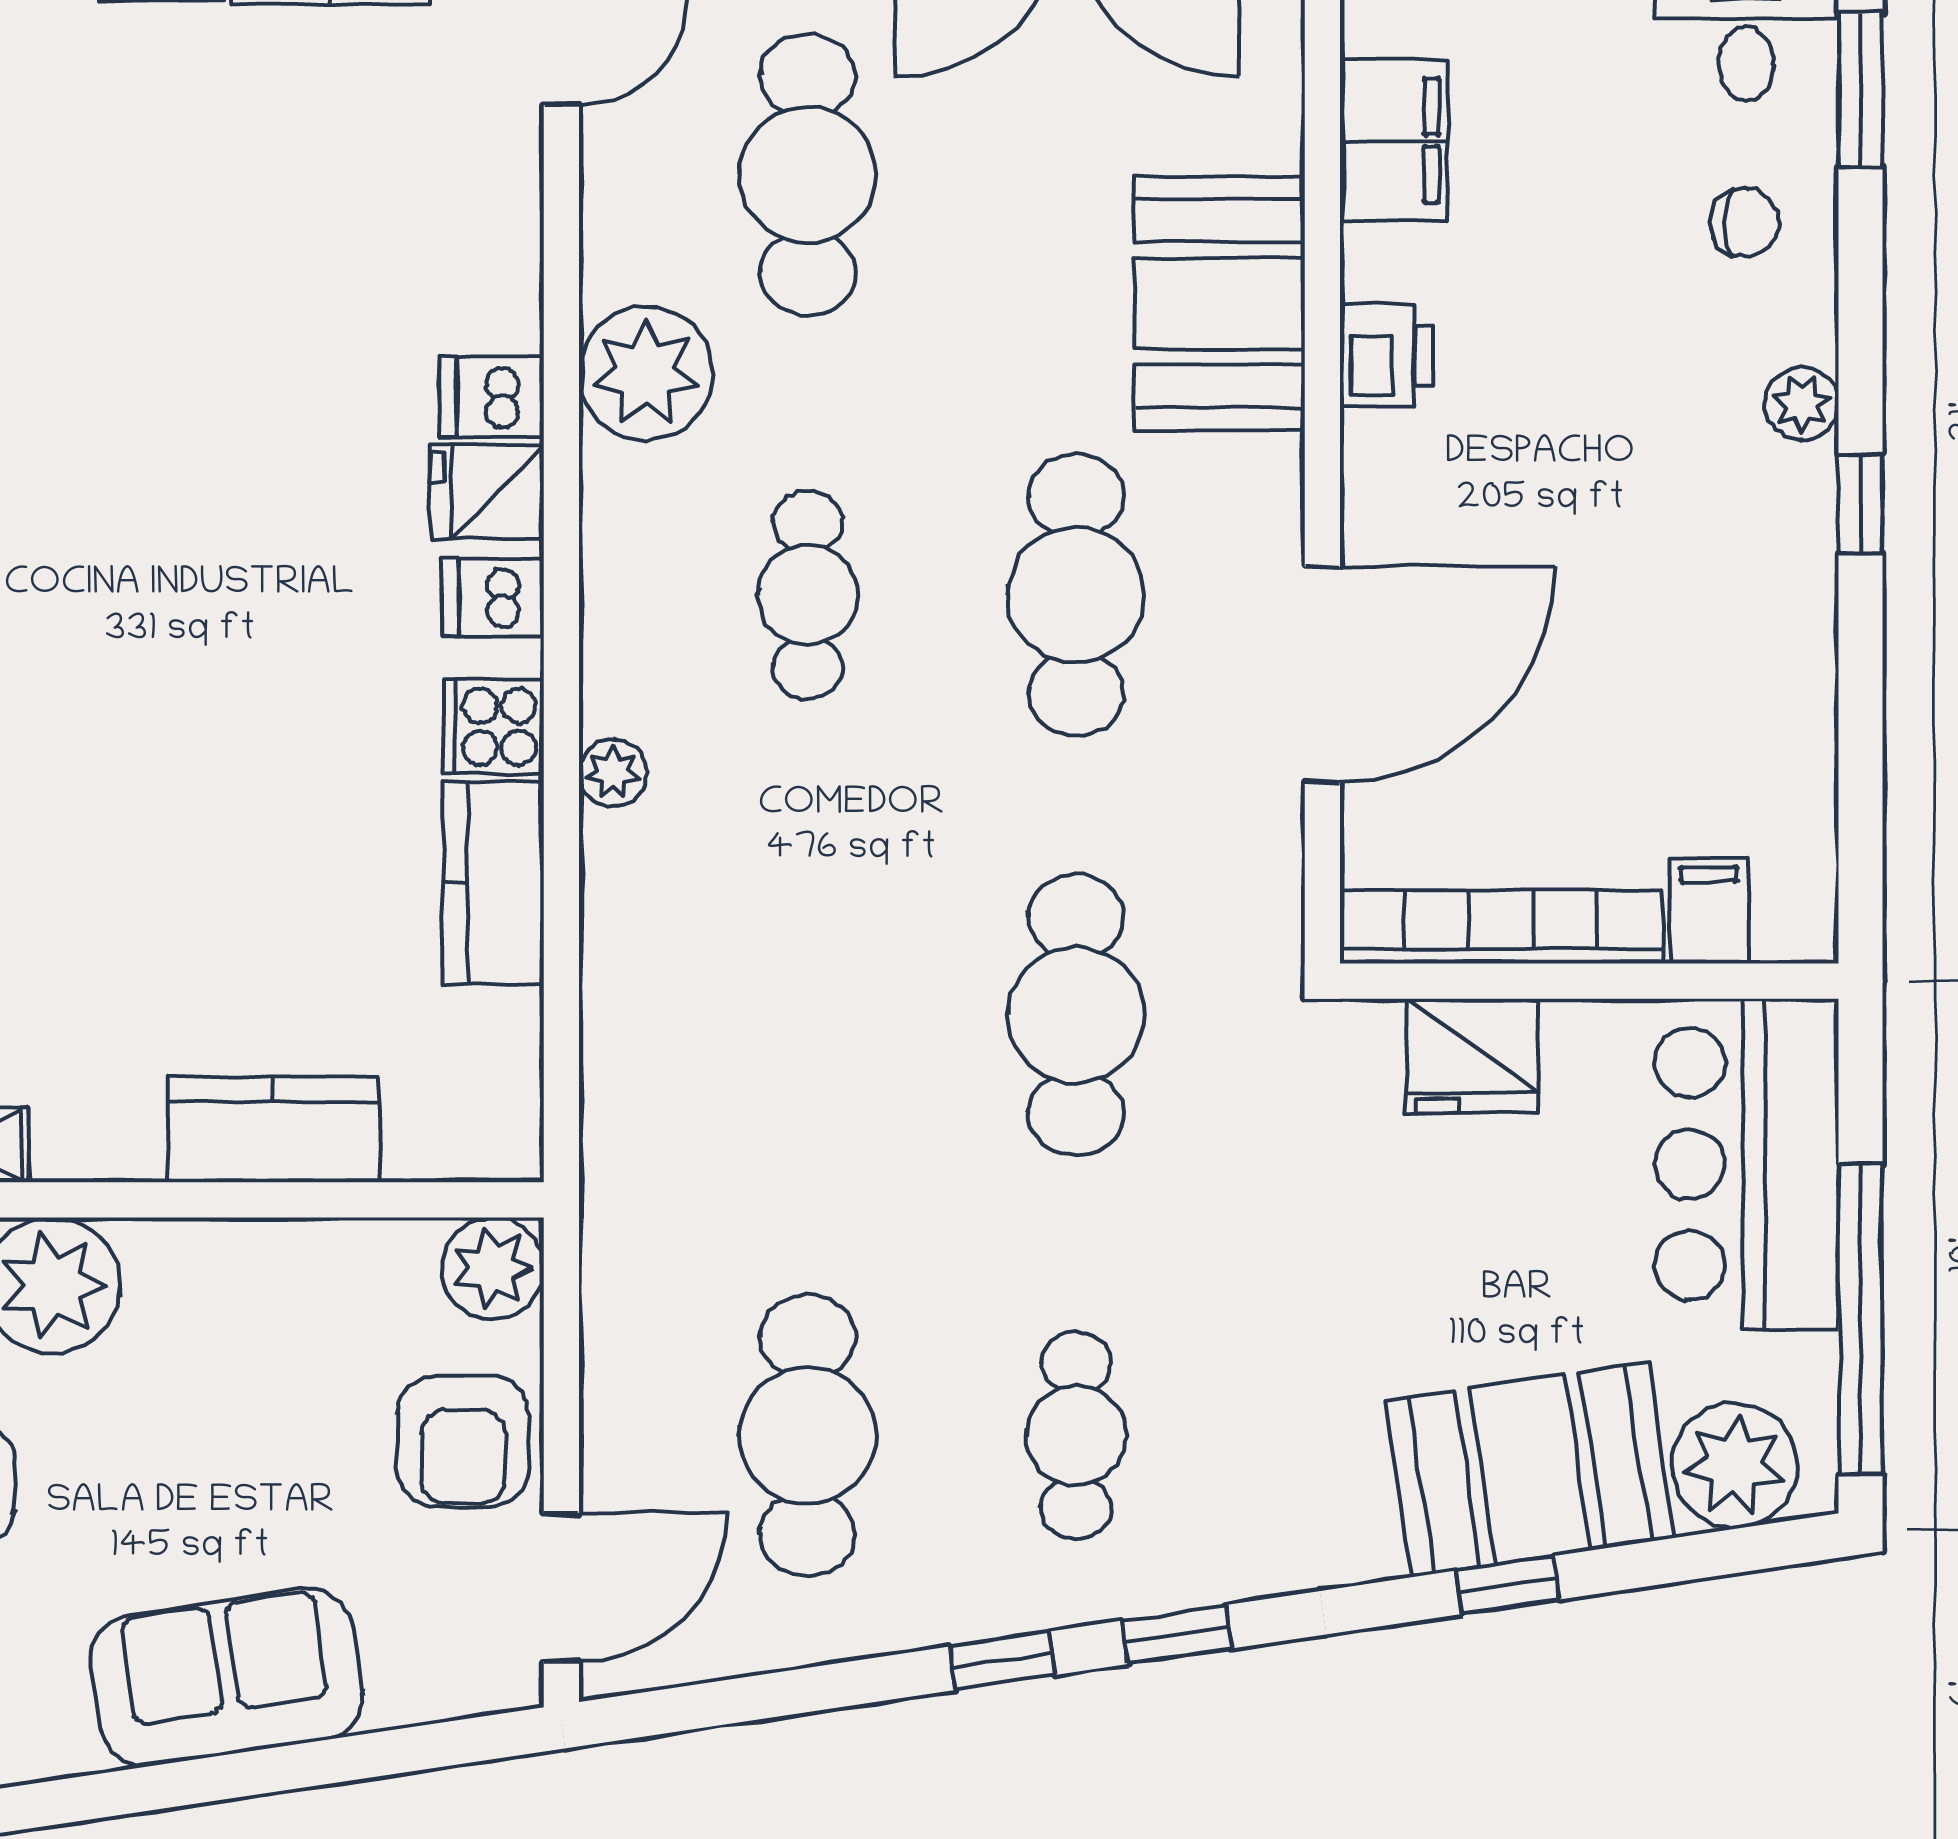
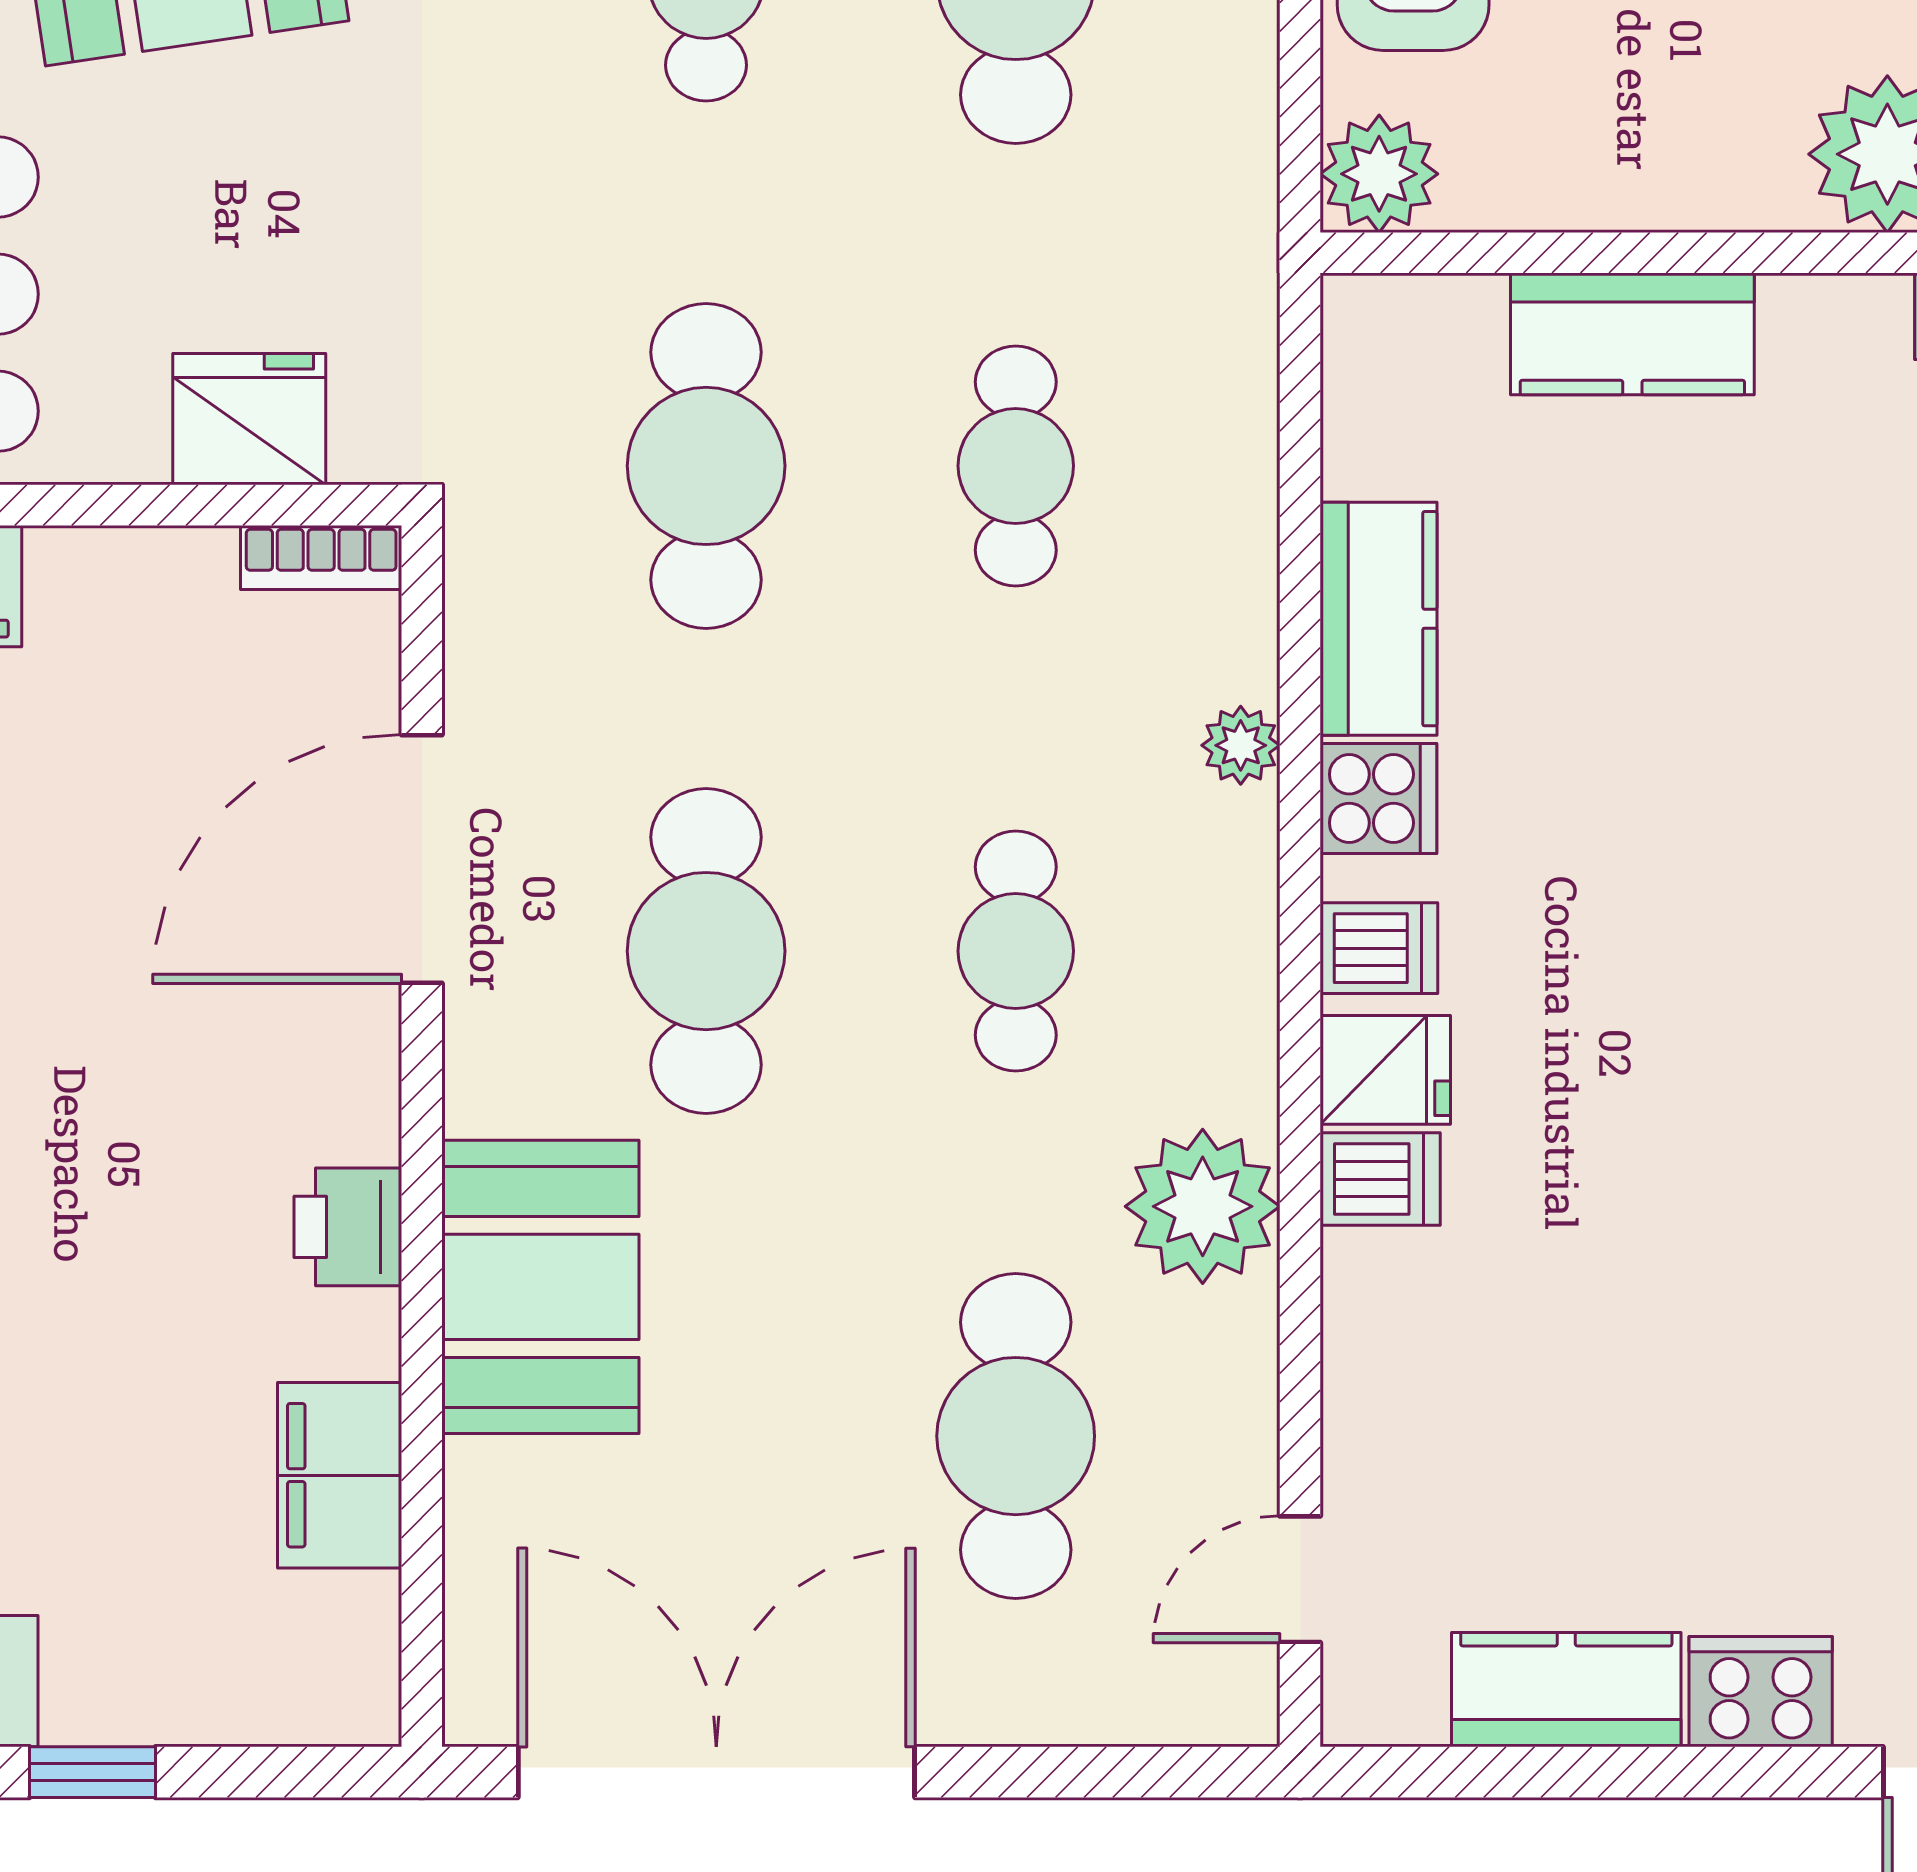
bookcase: (1501, 927) -> (321, 558), width x0.43, depth x0.76
cafe table: (808, 1015) -> (1016, 466), added

